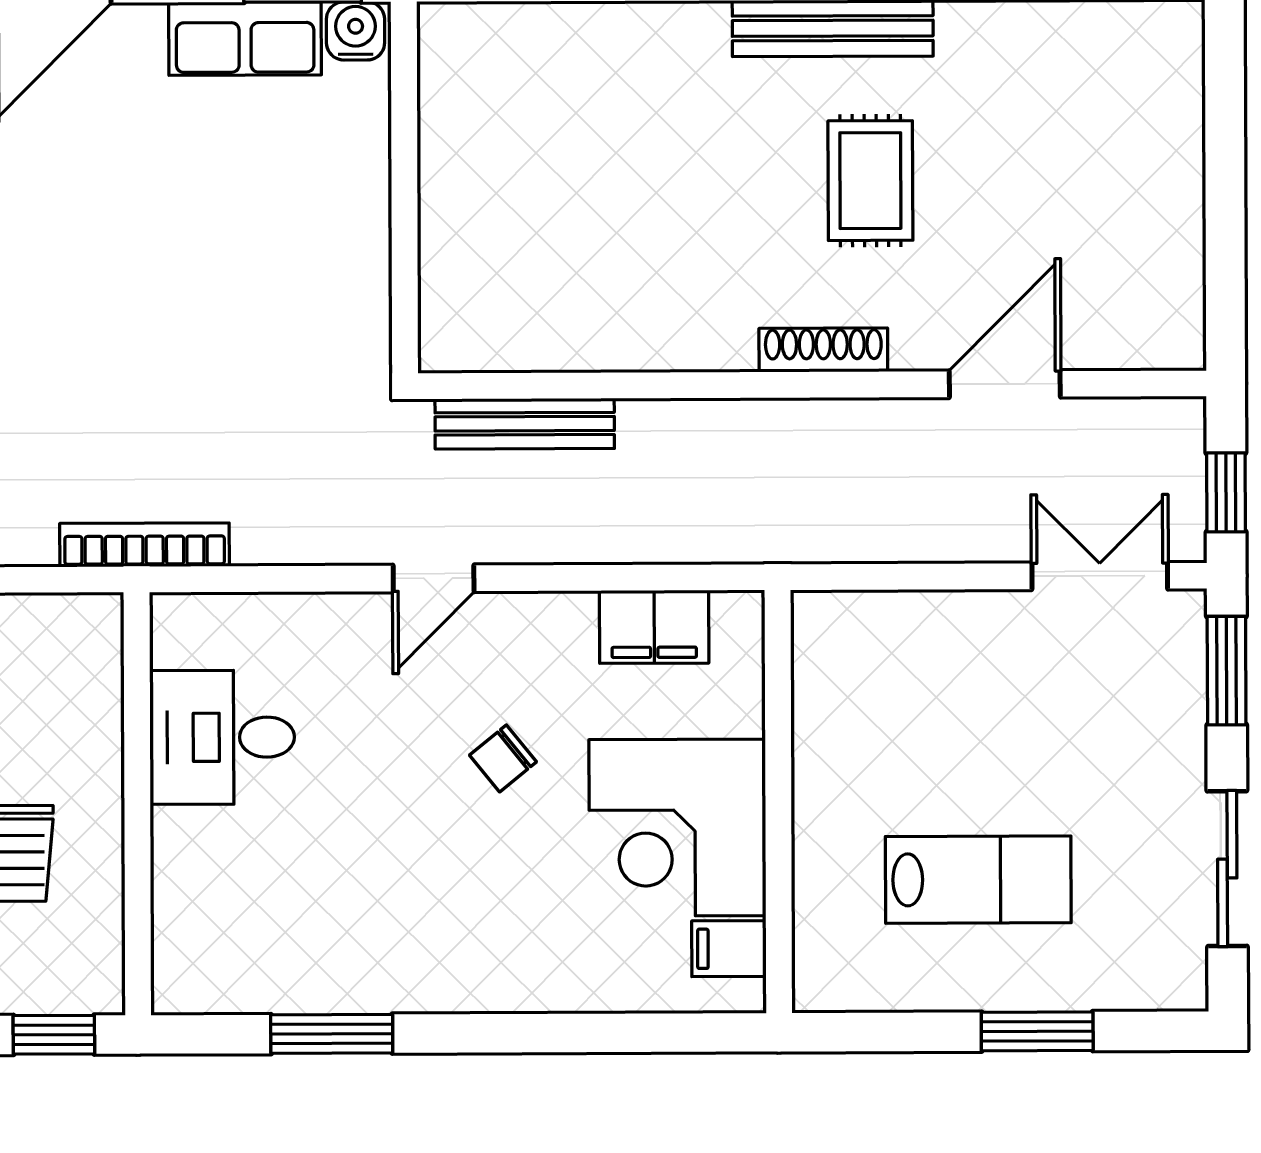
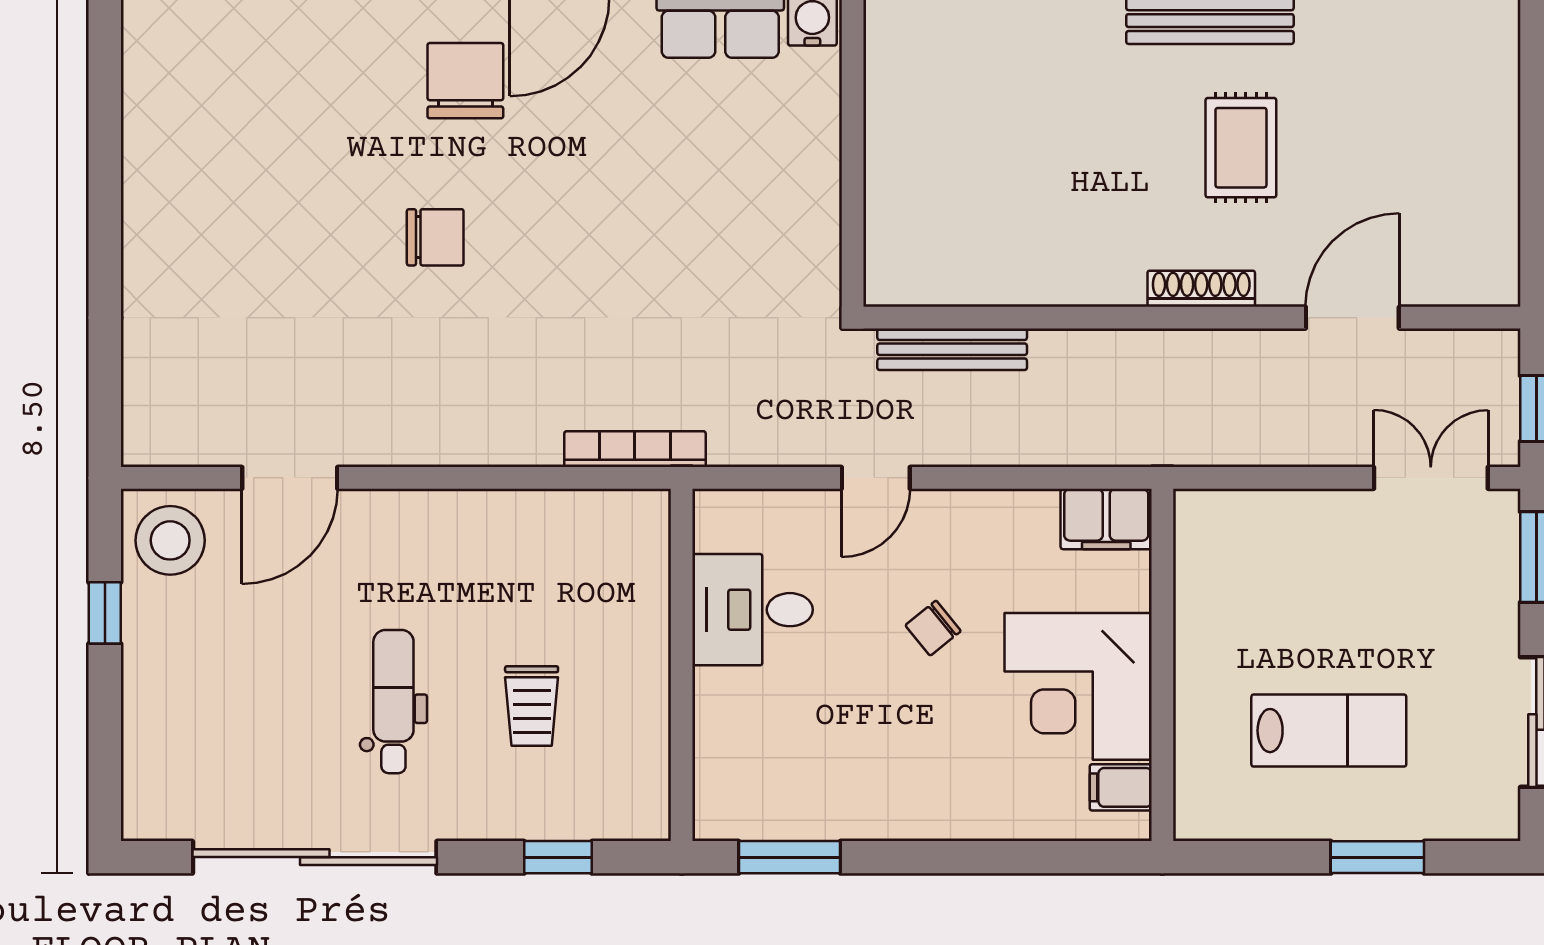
filing cabinet: (654, 627) -> (1106, 519), moved
desk: (222, 737) -> (753, 610), moved
wall: (137, 804) -> (682, 665), moved

